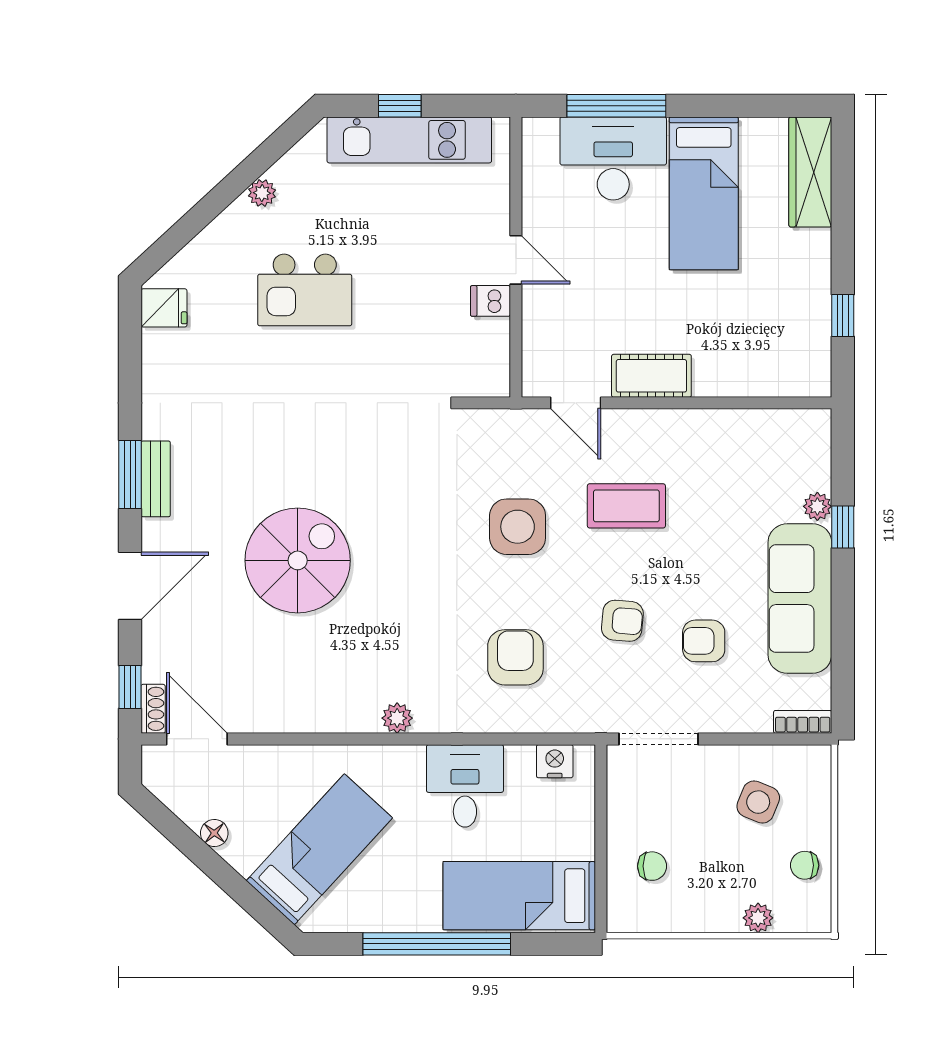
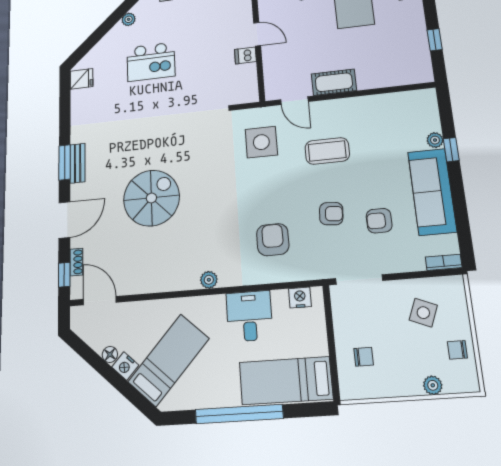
side table: (518, 527) -> (261, 142), moved
shoe rack: (153, 709) -> (76, 262), moved
nightstand: (242, 854) -> (125, 366), added

